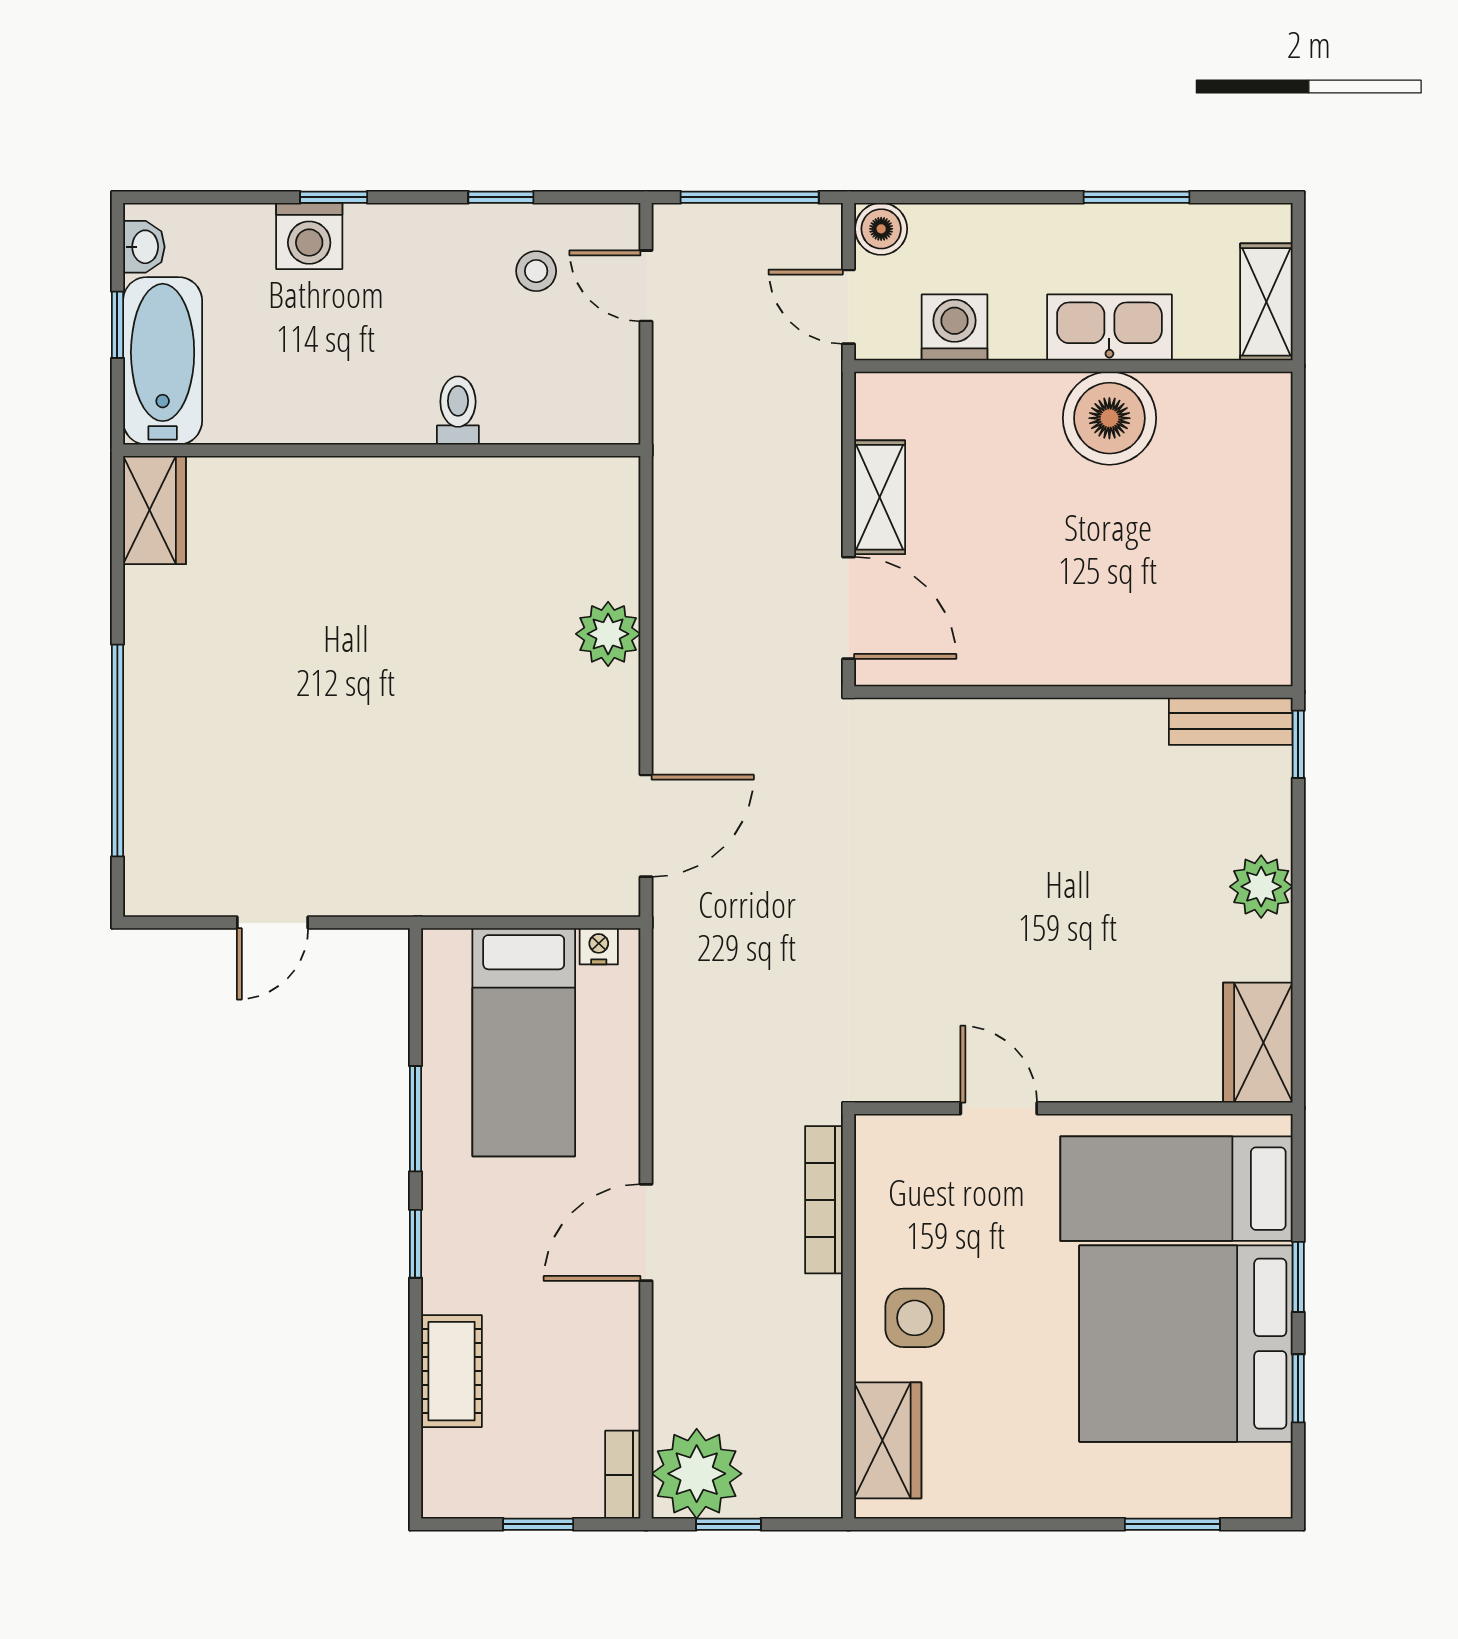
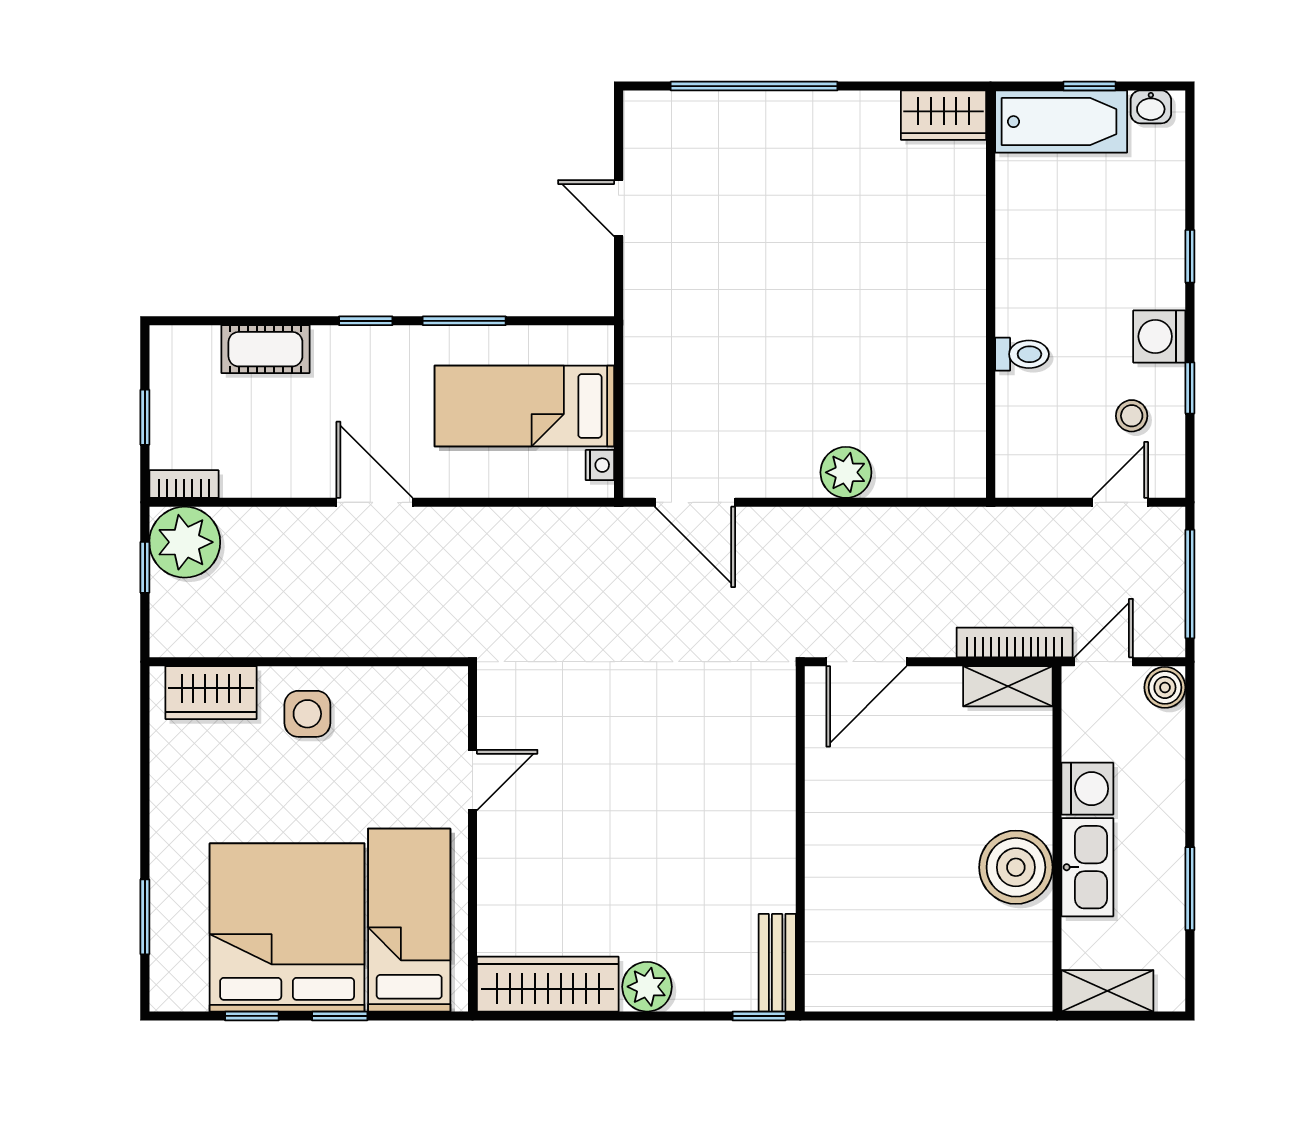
washing machine: (309, 236) -> (1159, 336), moved
washing machine: (955, 327) -> (1087, 789), moved
shelving: (880, 497) -> (1008, 686), moved
wardrobe: (1258, 1043) -> (548, 984), width x1.50
bookcase: (824, 1200) -> (1015, 642), moved

